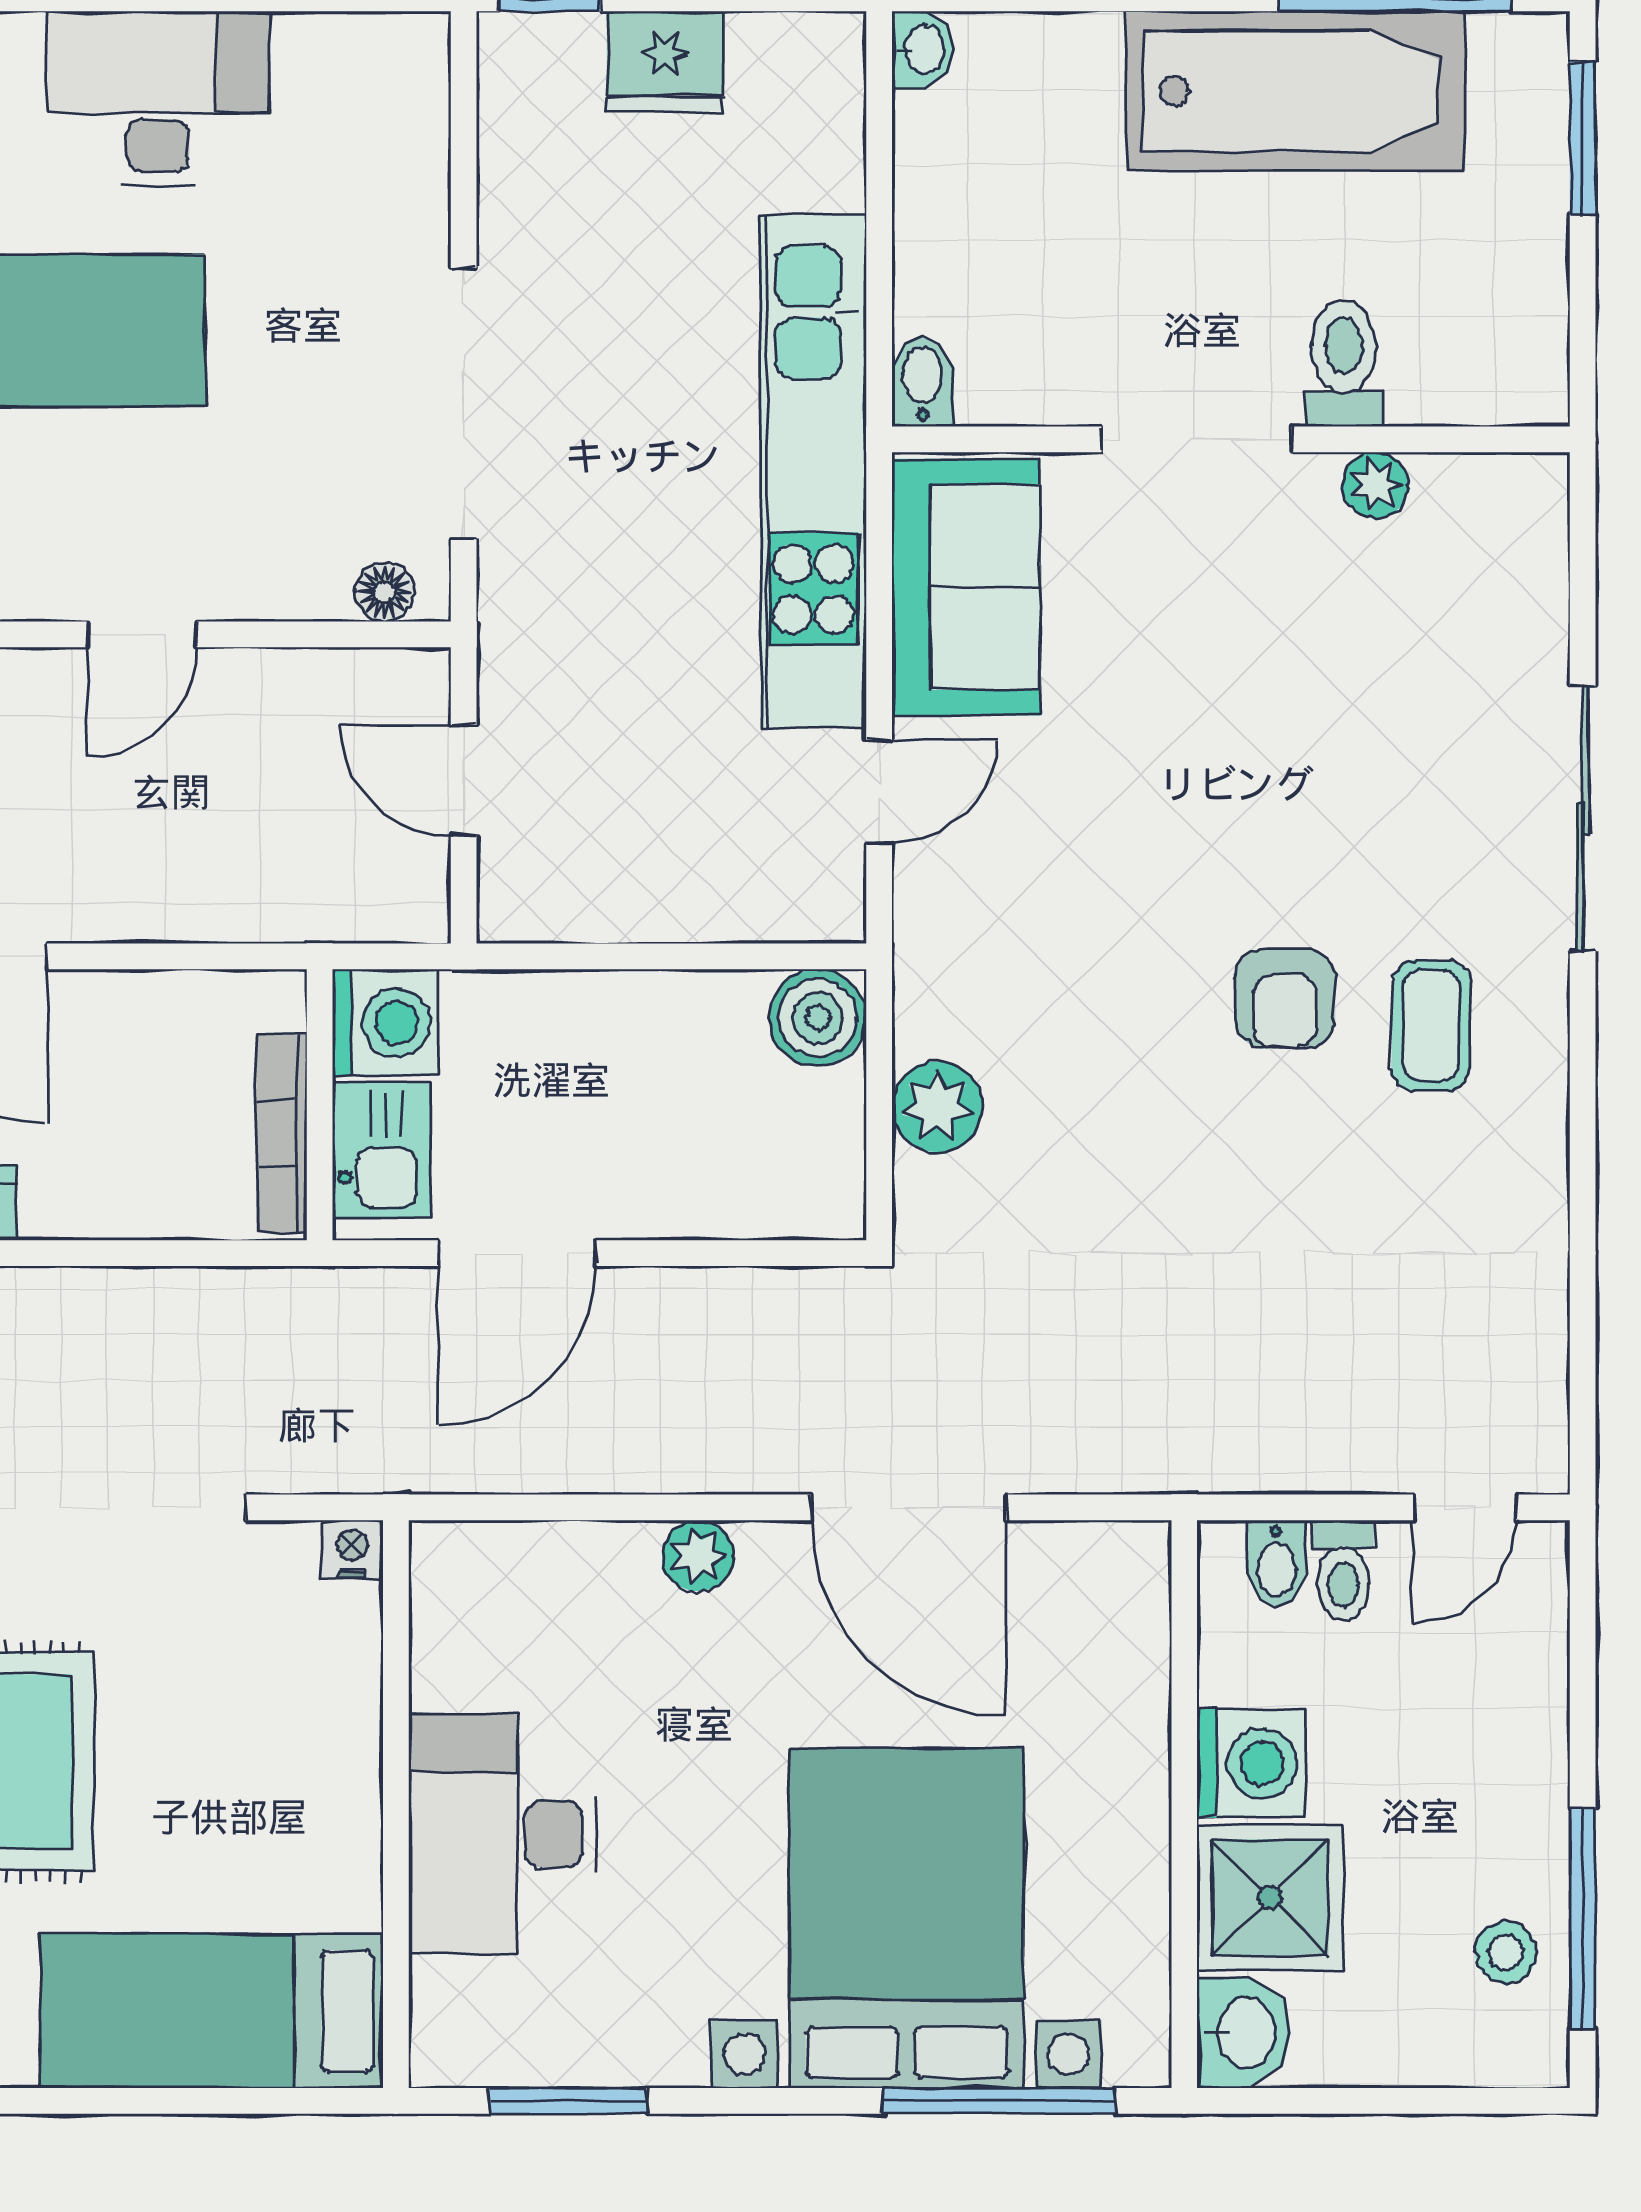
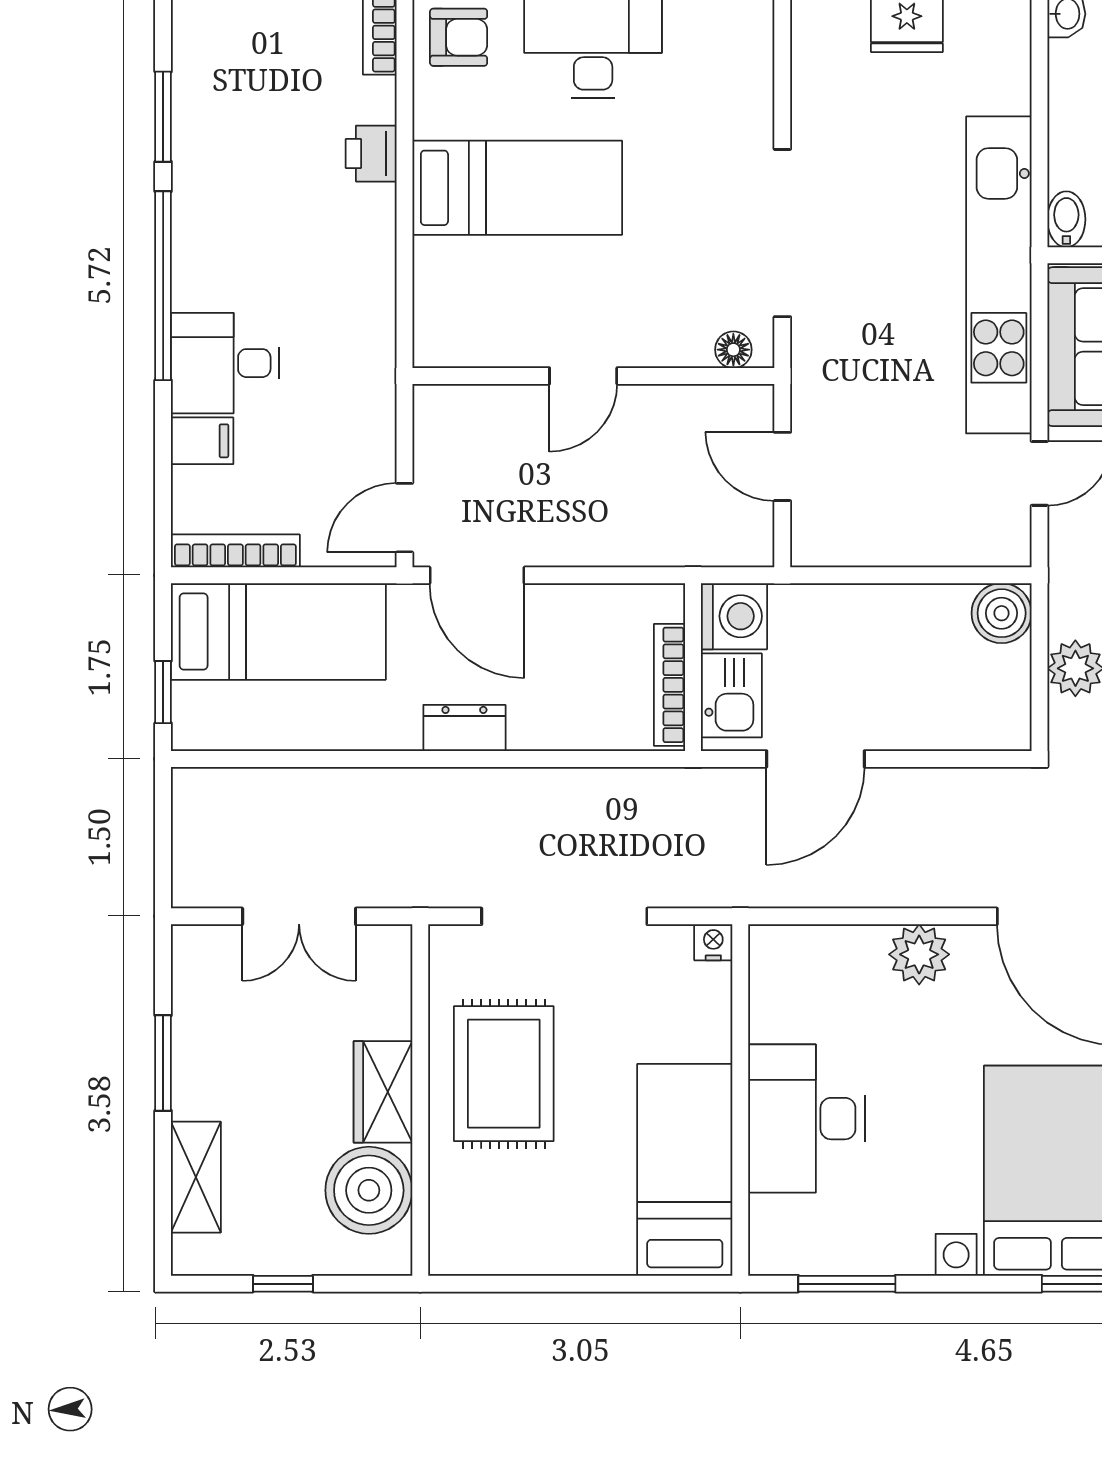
plant: (698, 1556) -> (919, 954), width x1.38, depth x1.38
bed: (212, 2011) -> (685, 1170), moved, turned 90

